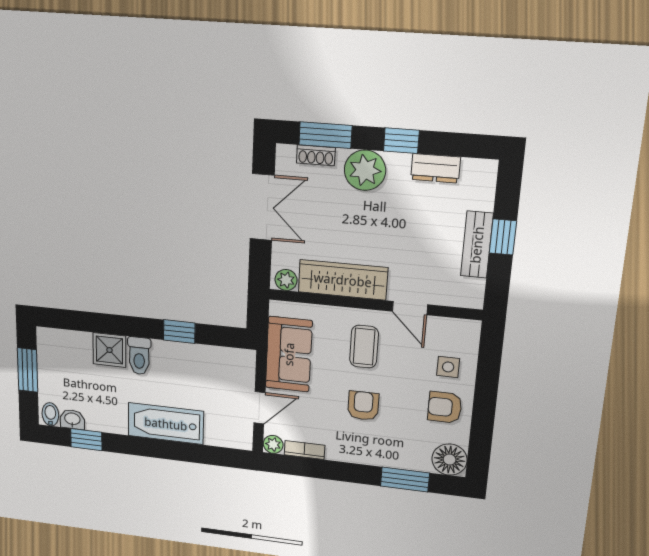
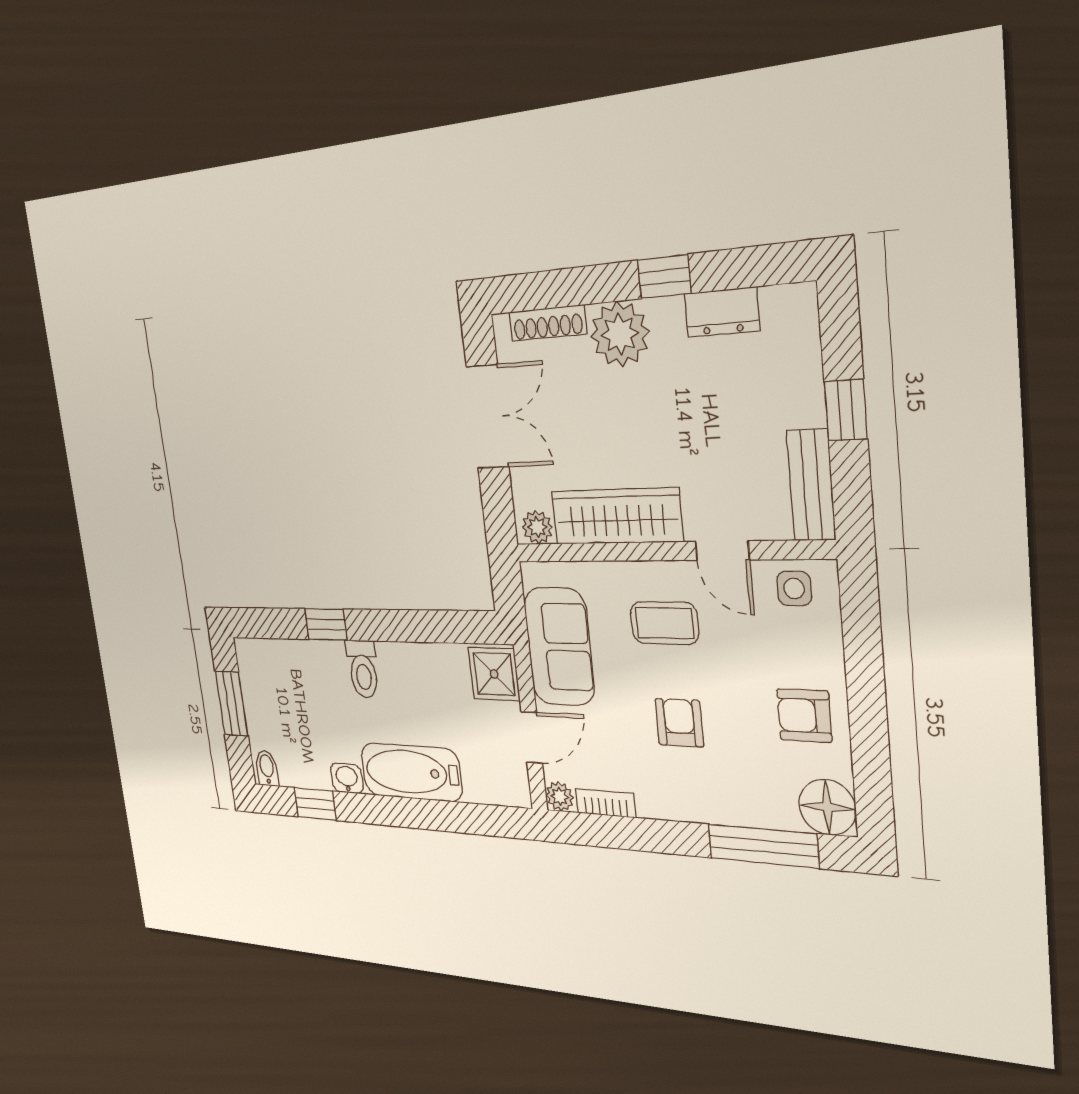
window: (325, 135) -> (556, 289), removed
shoe rack: (316, 155) -> (548, 323), width x1.43
bench: (477, 245) -> (811, 485), moved
window: (179, 332) -> (326, 624), moved
coffee table: (364, 347) -> (664, 623), turned 90
shower: (109, 350) -> (494, 674), moved
side table: (448, 367) -> (794, 589), moved
washbasin: (72, 419) -> (347, 778), moved
window: (405, 480) -> (763, 846), width x1.44

